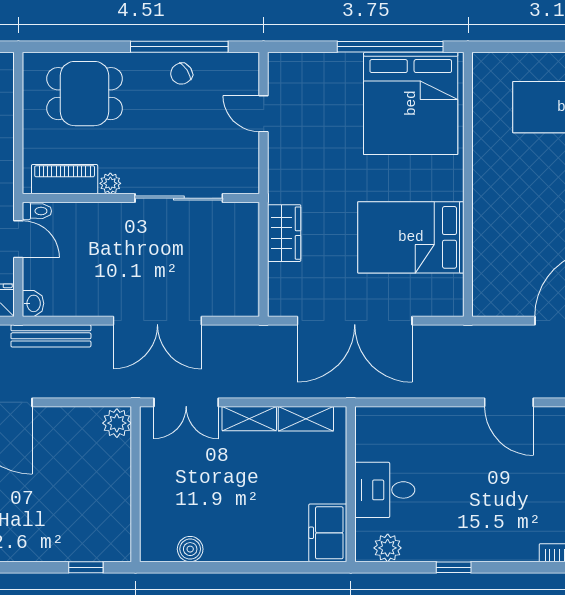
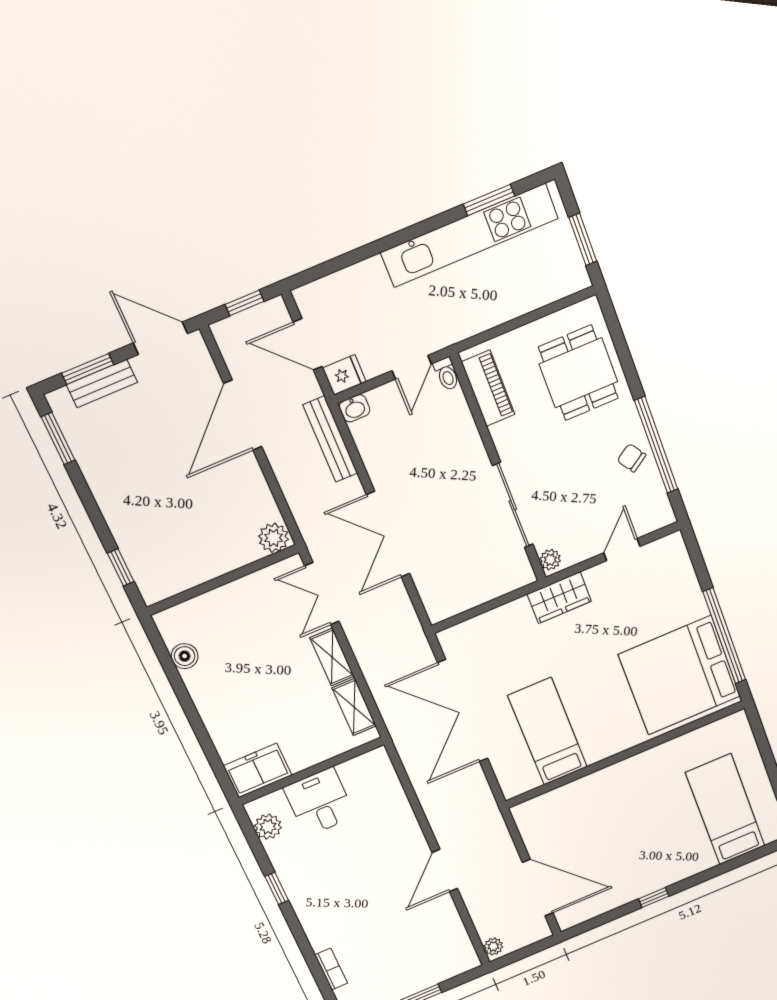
plant: (110, 183) -> (550, 560), moved
wardrobe: (284, 233) -> (559, 598), moved
bed: (411, 237) -> (548, 731), width x0.67

